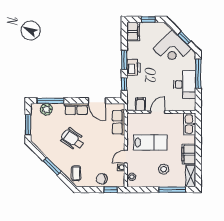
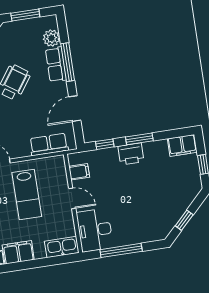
corner desk: (172, 49) -> (166, 205), removed
window: (198, 74) -> (121, 250), moved
desk: (185, 84) -> (95, 230), moved, turned 90
window: (50, 101) -> (68, 62), moved
row of seats: (76, 109) -> (56, 64), moved

